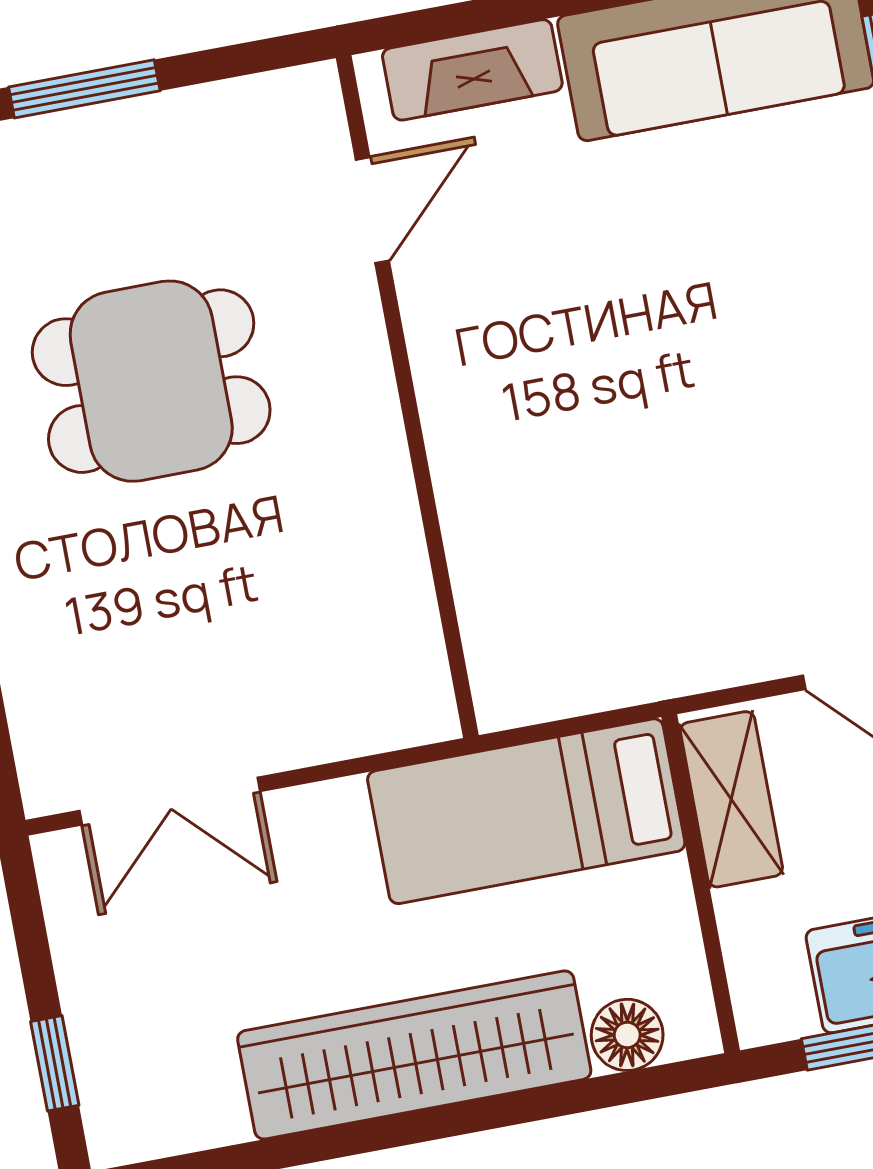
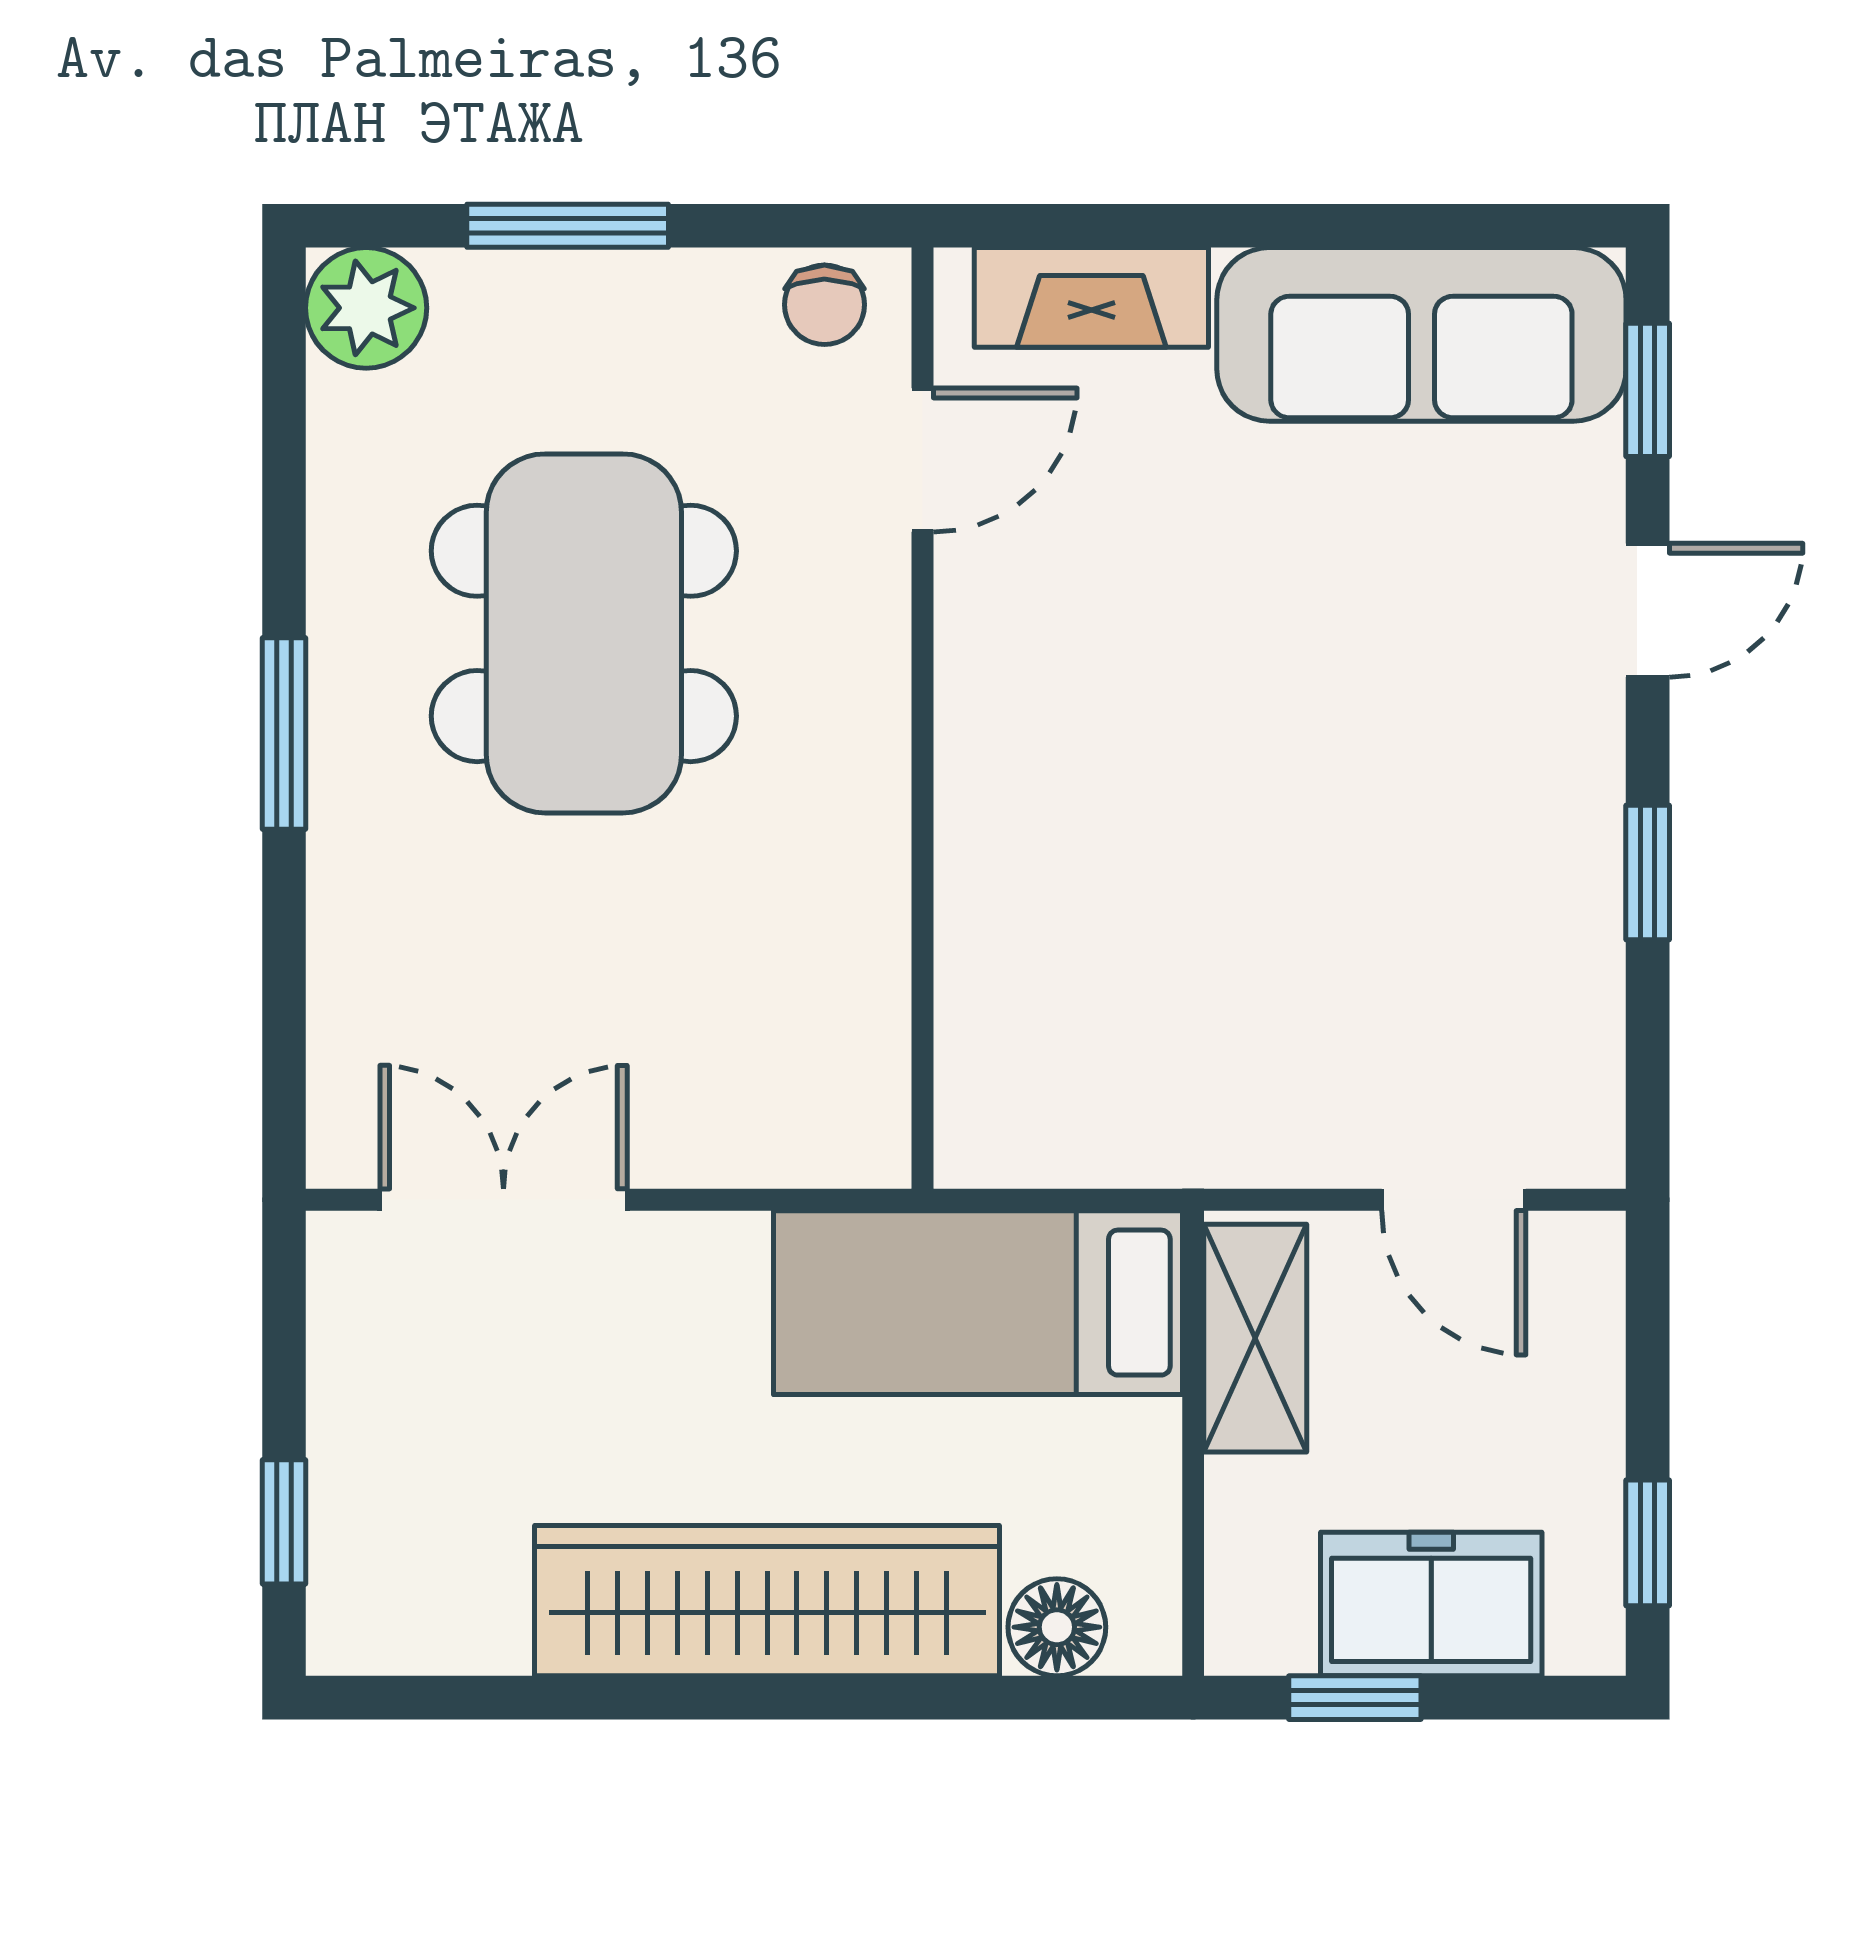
chair: (281, 111) -> (824, 305), added
dining table: (151, 381) -> (584, 633), width x1.38
double door: (170, 801) -> (504, 1200), swing flipped

